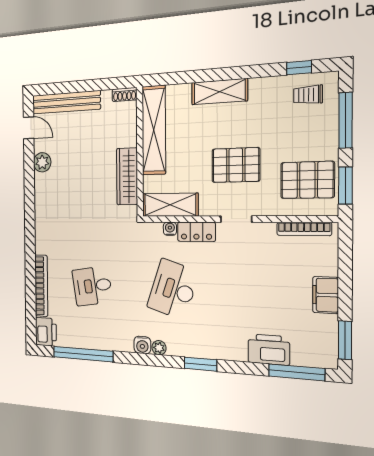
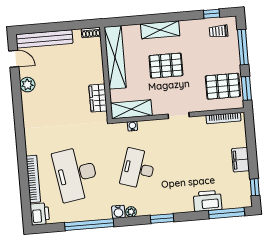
pallet: (236, 165) -> (166, 66), moved
wardrobe: (127, 176) -> (98, 98), width x0.67
locker: (196, 232) -> (152, 127), removed
desk: (92, 286) -> (76, 174), width x1.87, depth x1.30
window: (345, 340) -> (255, 187), width x0.67
window: (83, 354) -> (89, 225), moved

